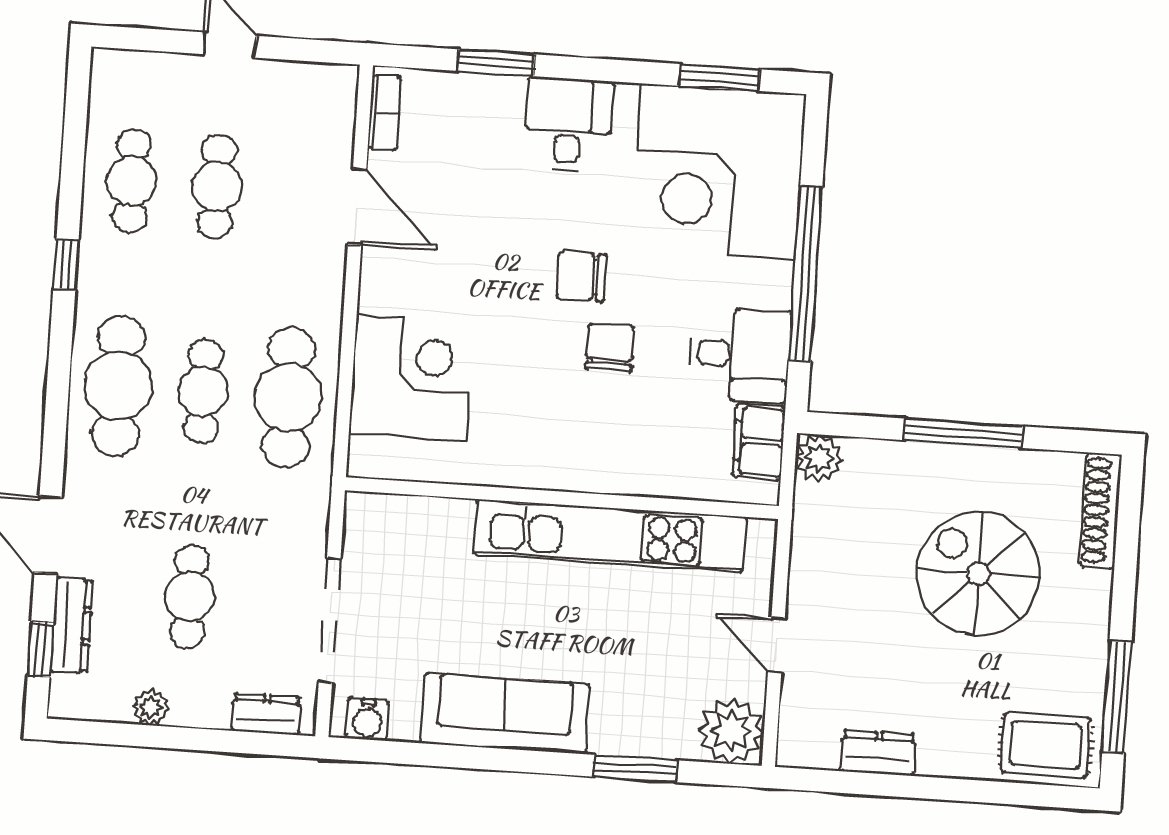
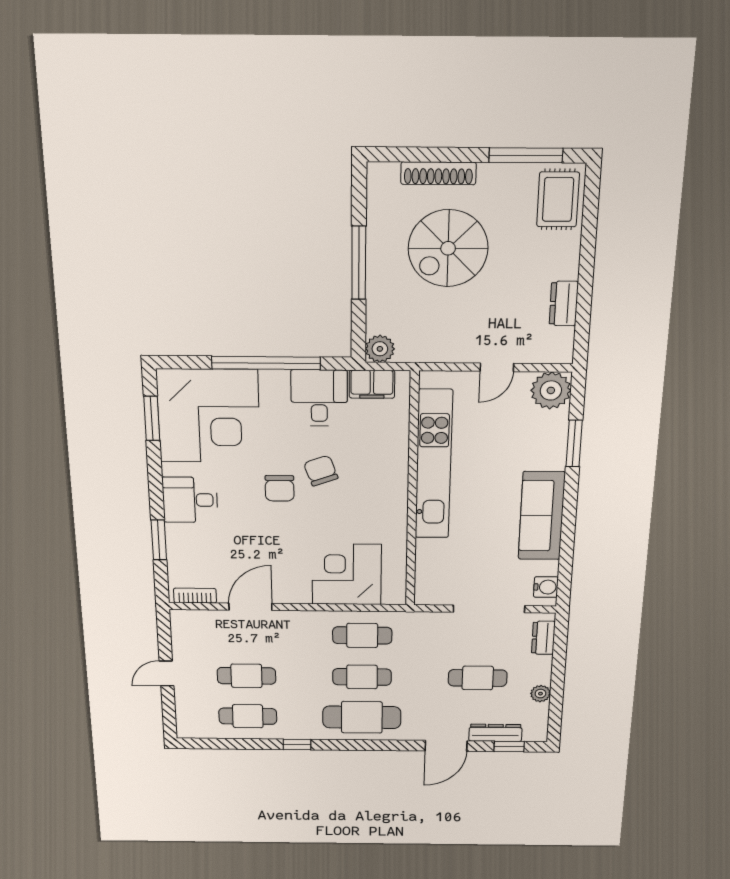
chair: (610, 348) -> (321, 471), turned 70
cafe table: (289, 397) -> (362, 635), width x0.73, depth x0.74
shoe rack: (1101, 510) -> (438, 173), moved

